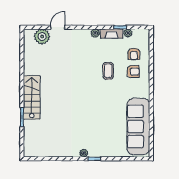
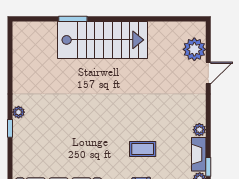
door: (58, 27) -> (208, 73), hinge flipped
stairs: (32, 97) -> (102, 40), width x1.36, depth x1.51

